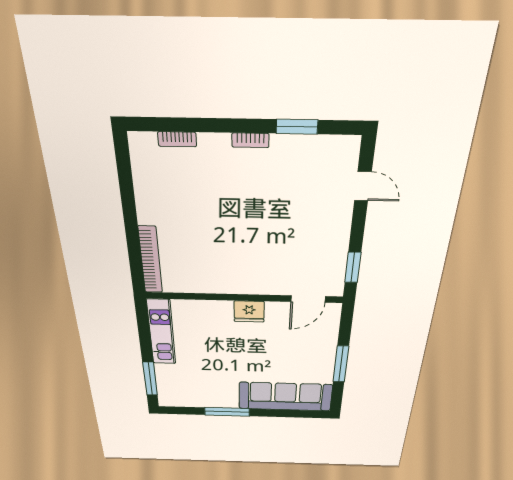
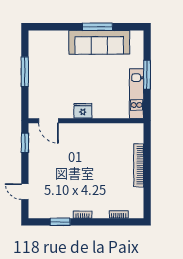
bookcase: (150, 260) -> (139, 165), moved
door: (308, 299) -> (48, 121), swing flipped
window: (150, 379) -> (147, 75), moved
sofa: (285, 397) -> (99, 42), moved

